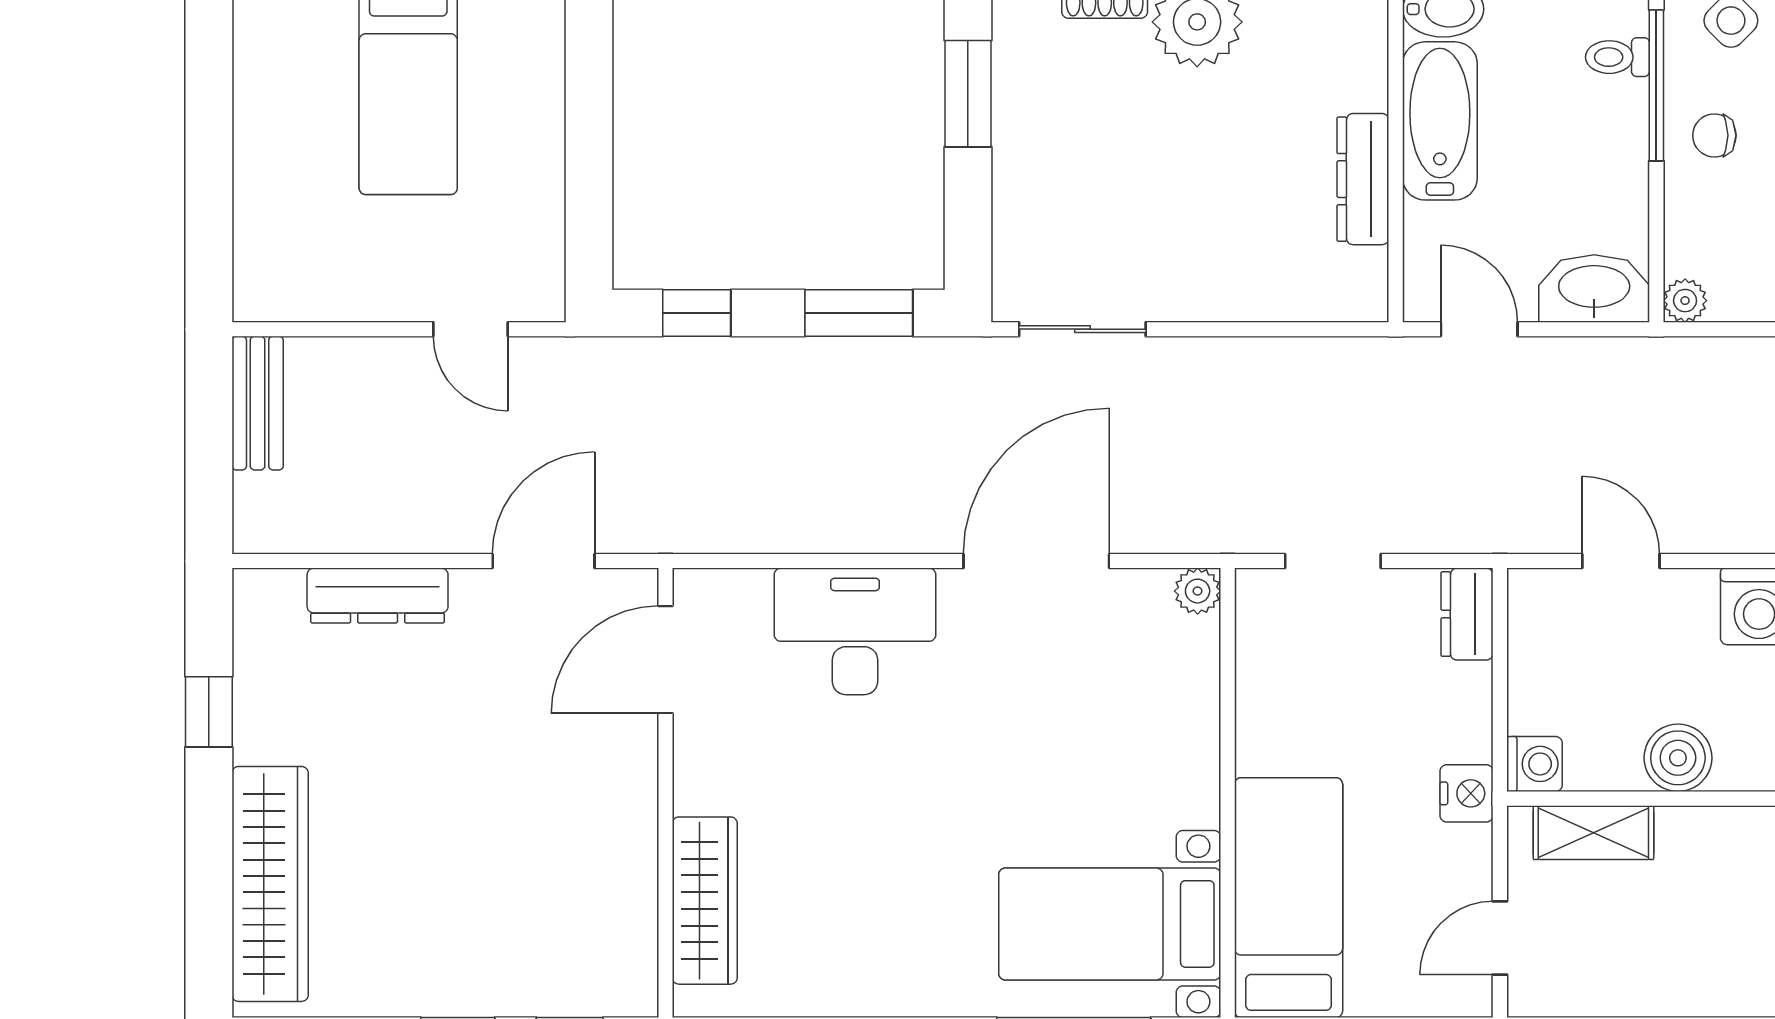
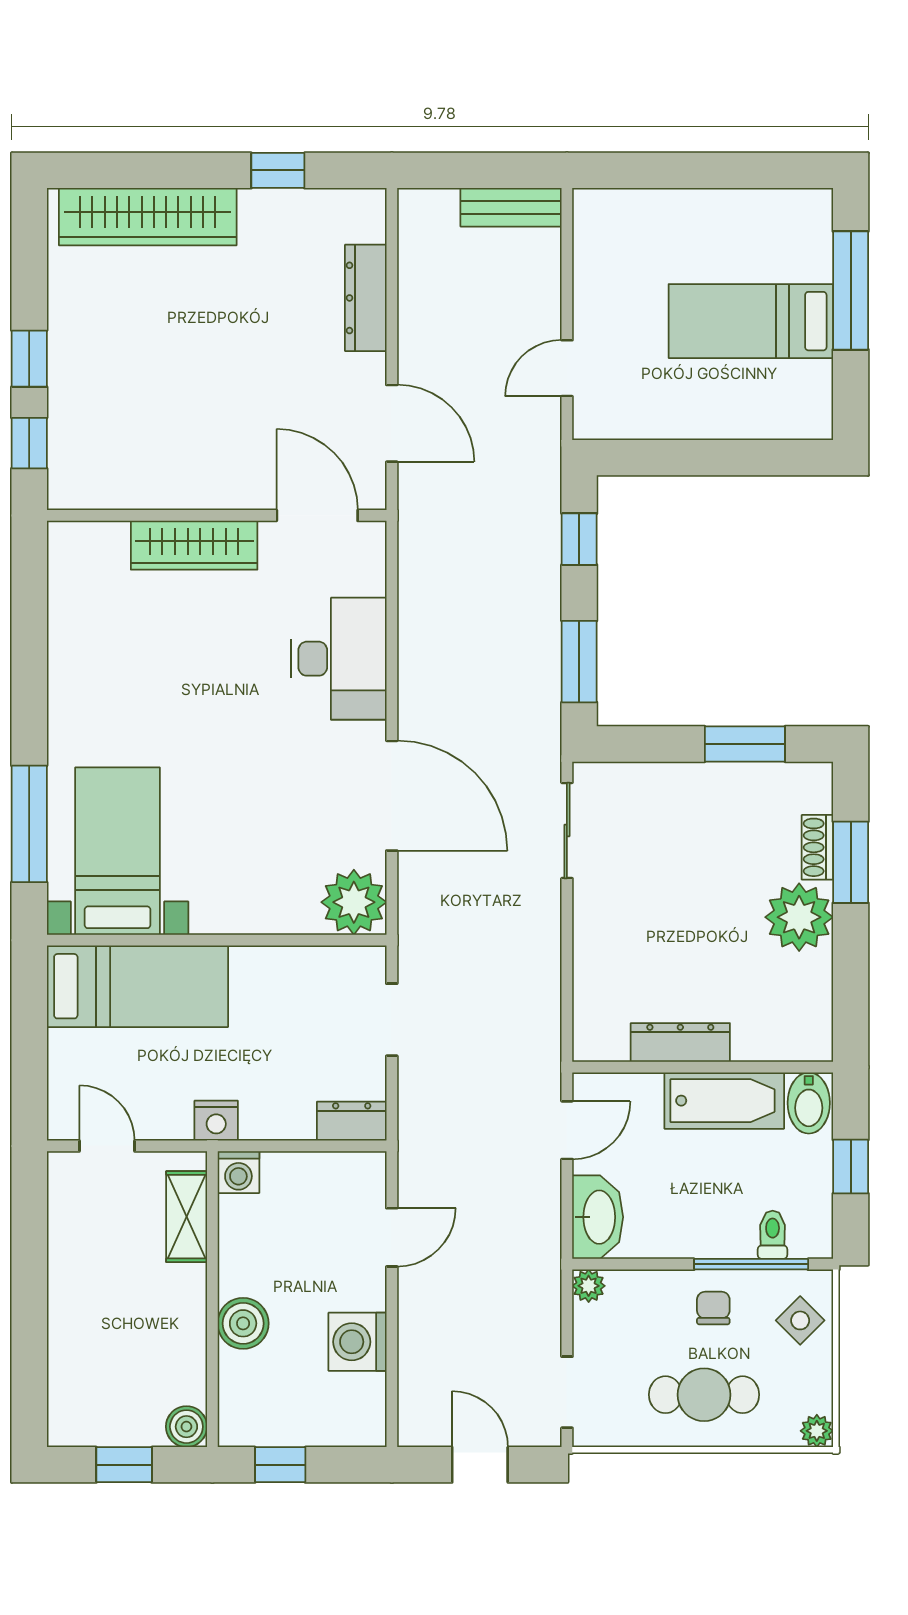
plant: (1198, 591) -> (354, 902), width x1.87, depth x1.87
boiler: (1678, 758) -> (243, 1323), moved
wardrobe: (705, 901) -> (194, 545), moved

